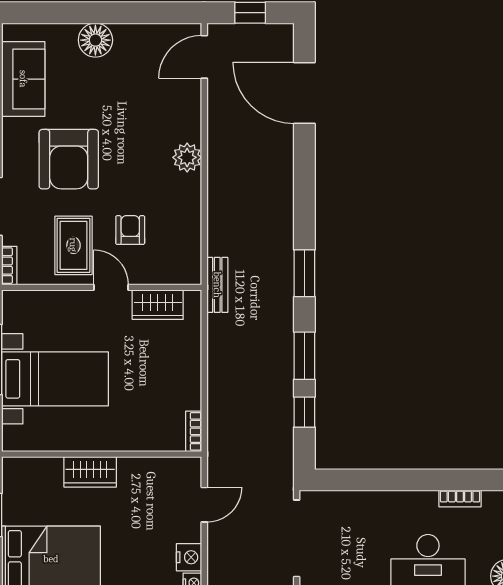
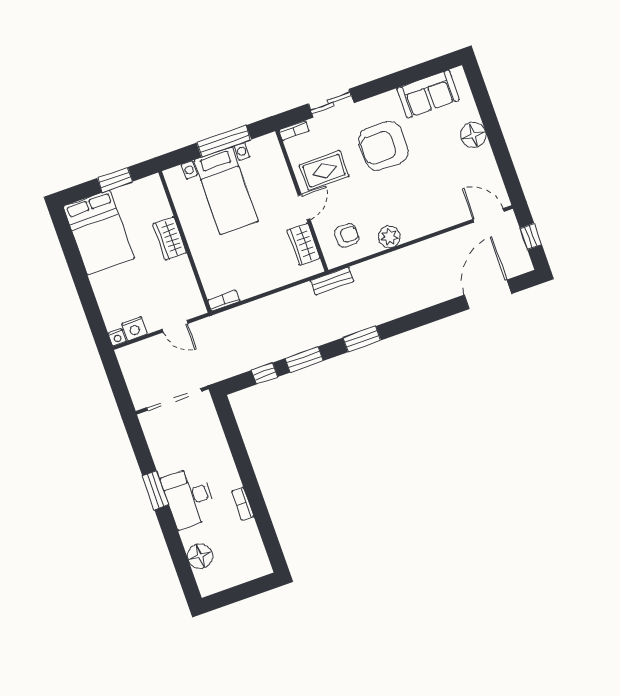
plant: (187, 157) -> (389, 237), moved
armchair: (130, 230) -> (347, 235), moved

